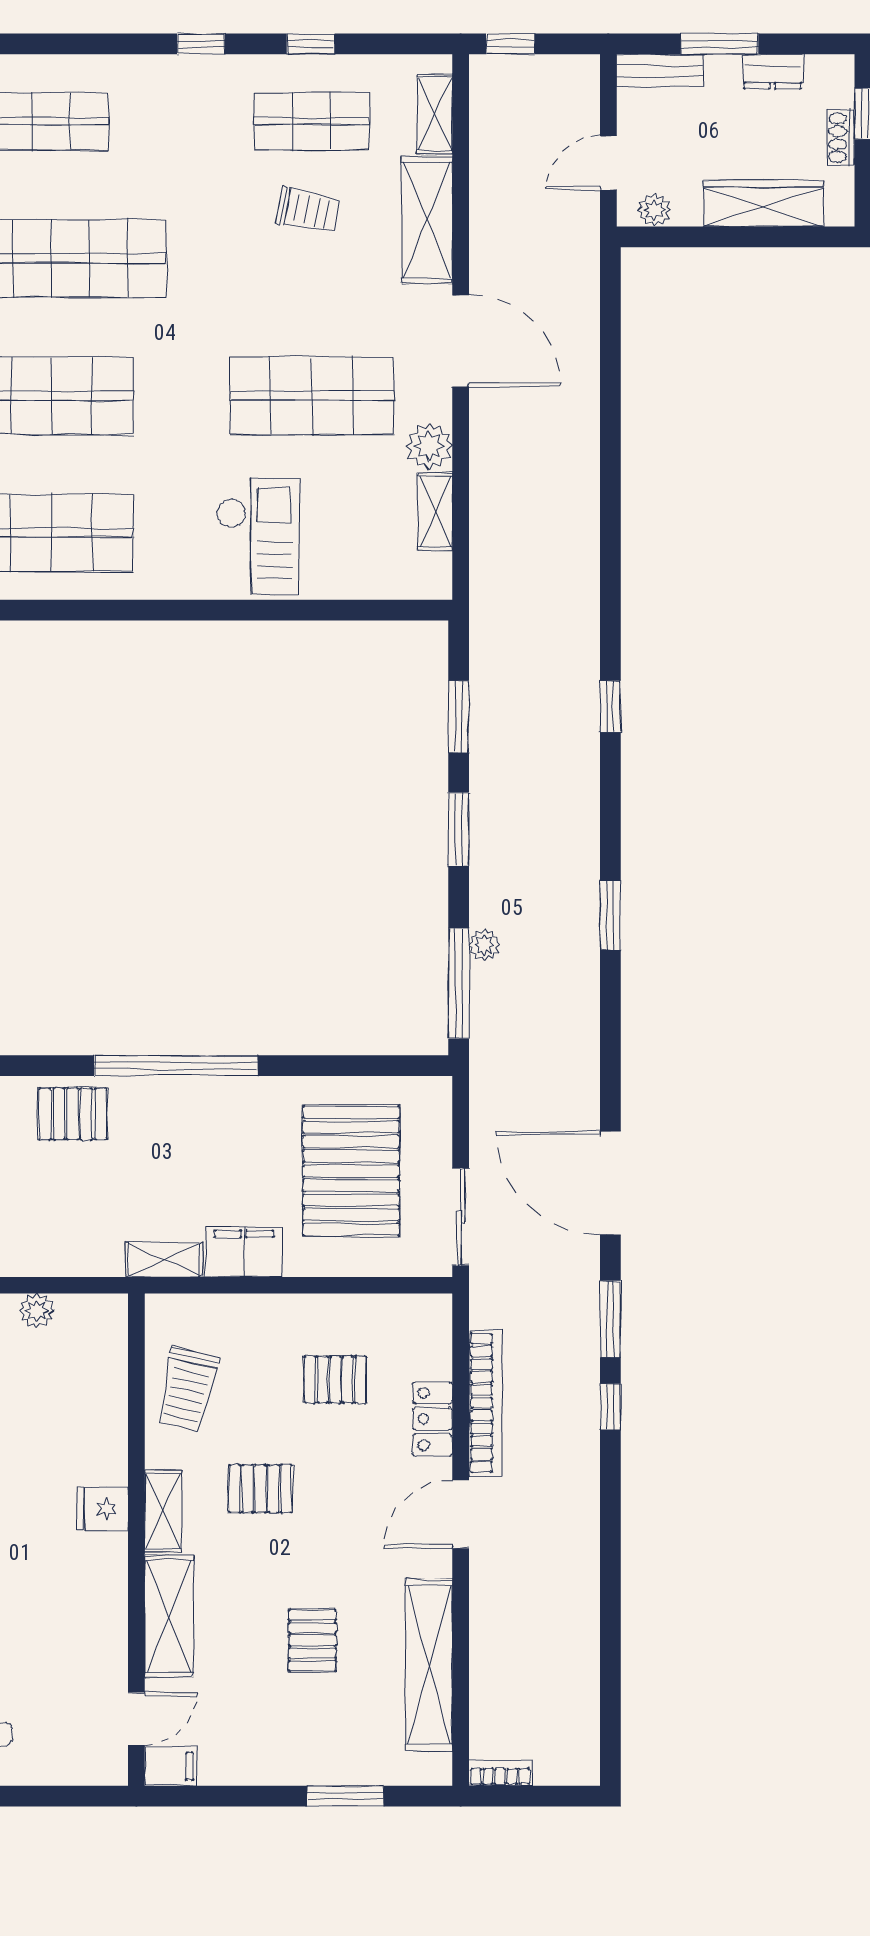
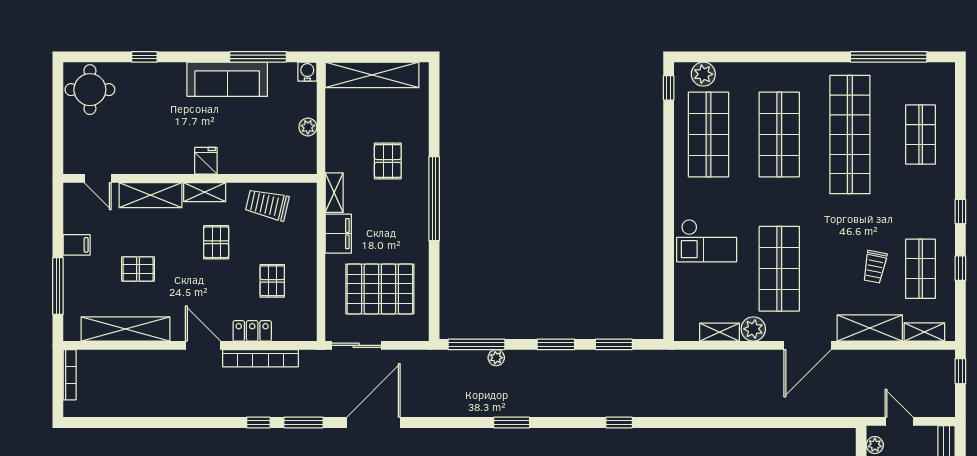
pallet: (73, 1114) -> (388, 161), moved
filing cabinet: (171, 1766) -> (77, 245), moved, turned -90
bookcase: (500, 1773) -> (70, 375), width x1.56
window: (345, 1796) -> (58, 286), width x1.44

